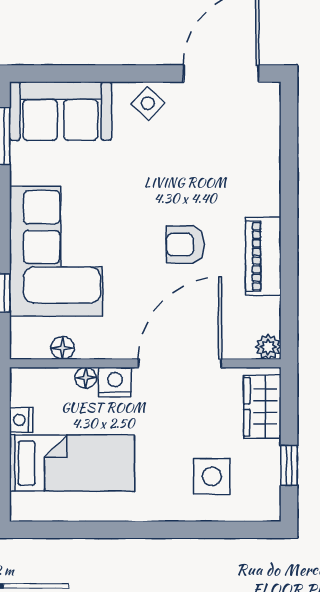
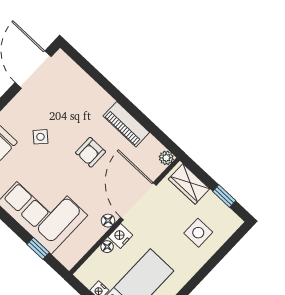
side table: (148, 103) -> (41, 137), moved
floor lamp: (63, 348) -> (108, 221), moved

